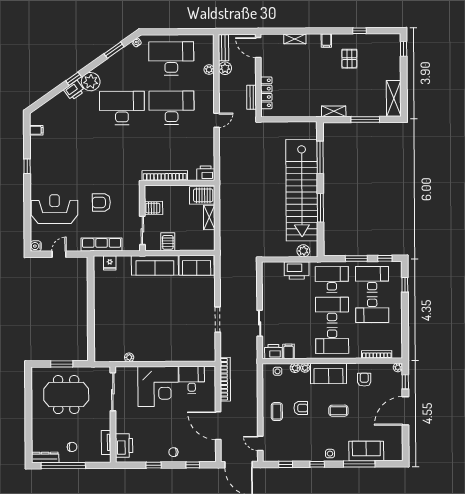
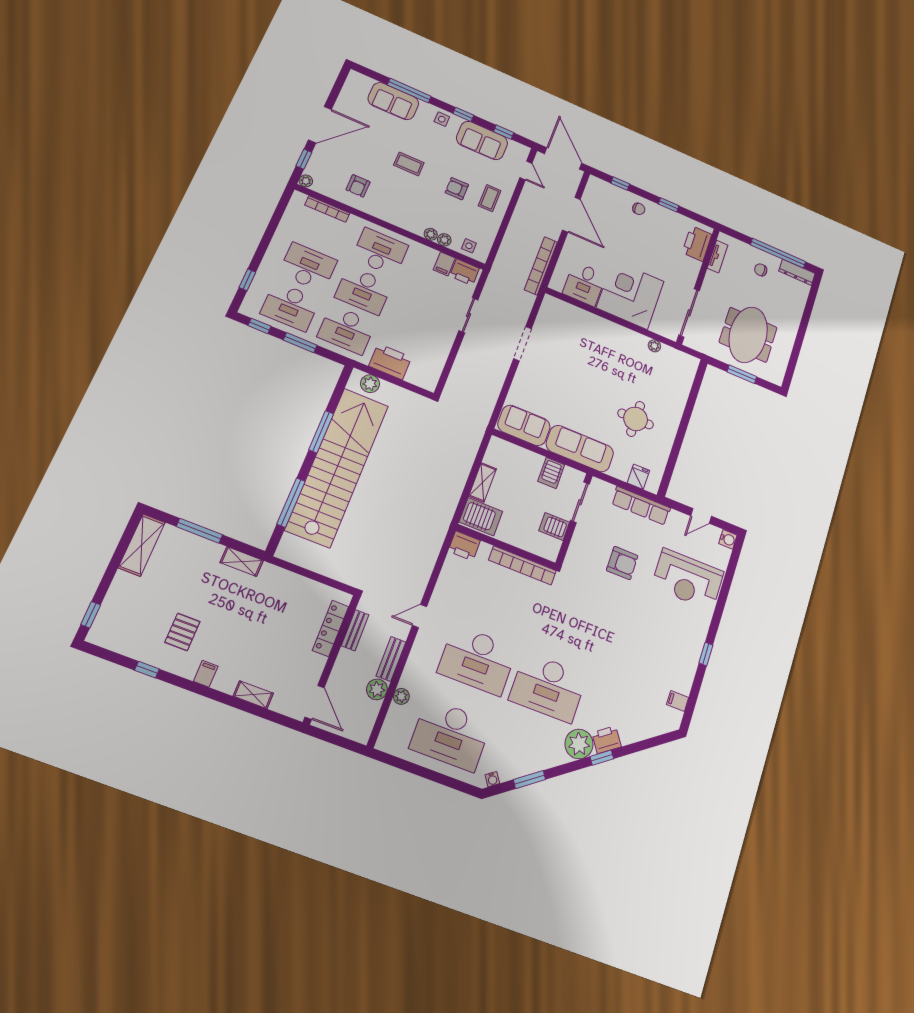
bench: (224, 48) -> (391, 659), moved
round table: (125, 301) -> (636, 419), added
sofa: (328, 373) -> (482, 141), moved, turned 180
meeting table: (66, 395) -> (748, 335), turned 90

